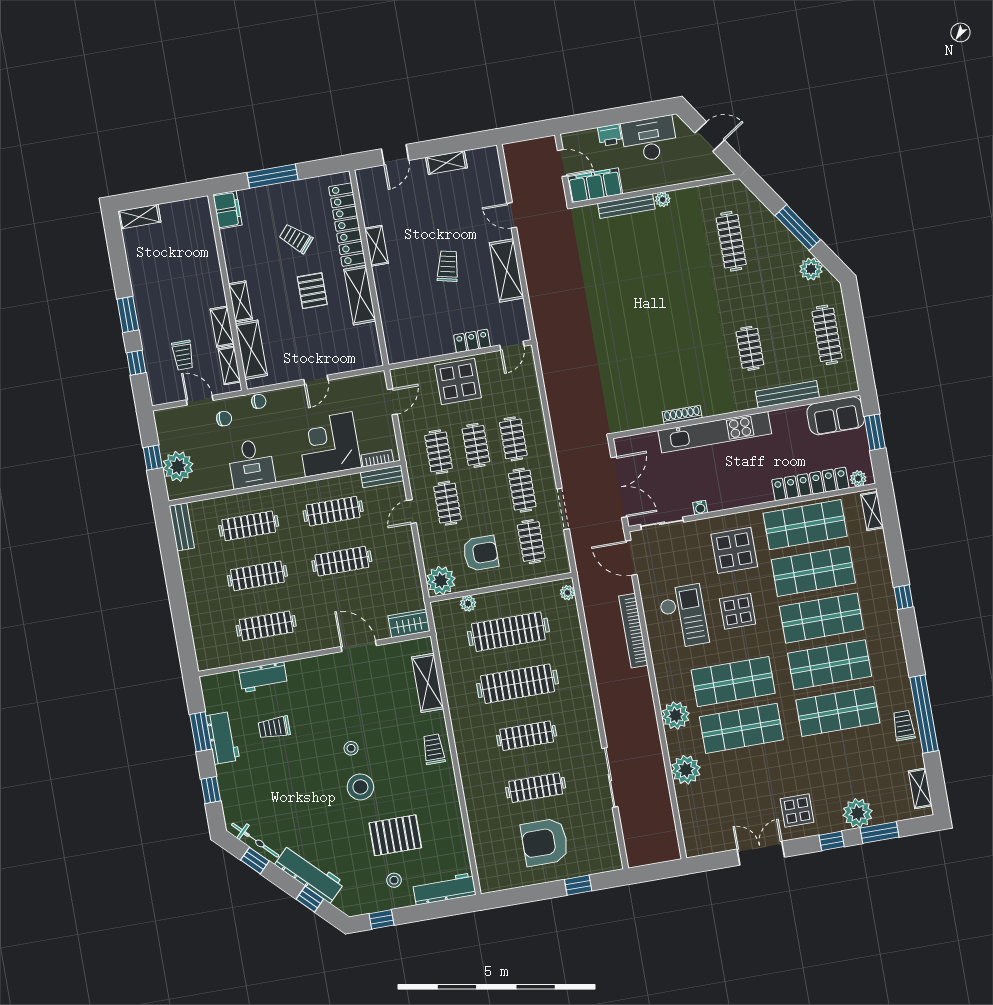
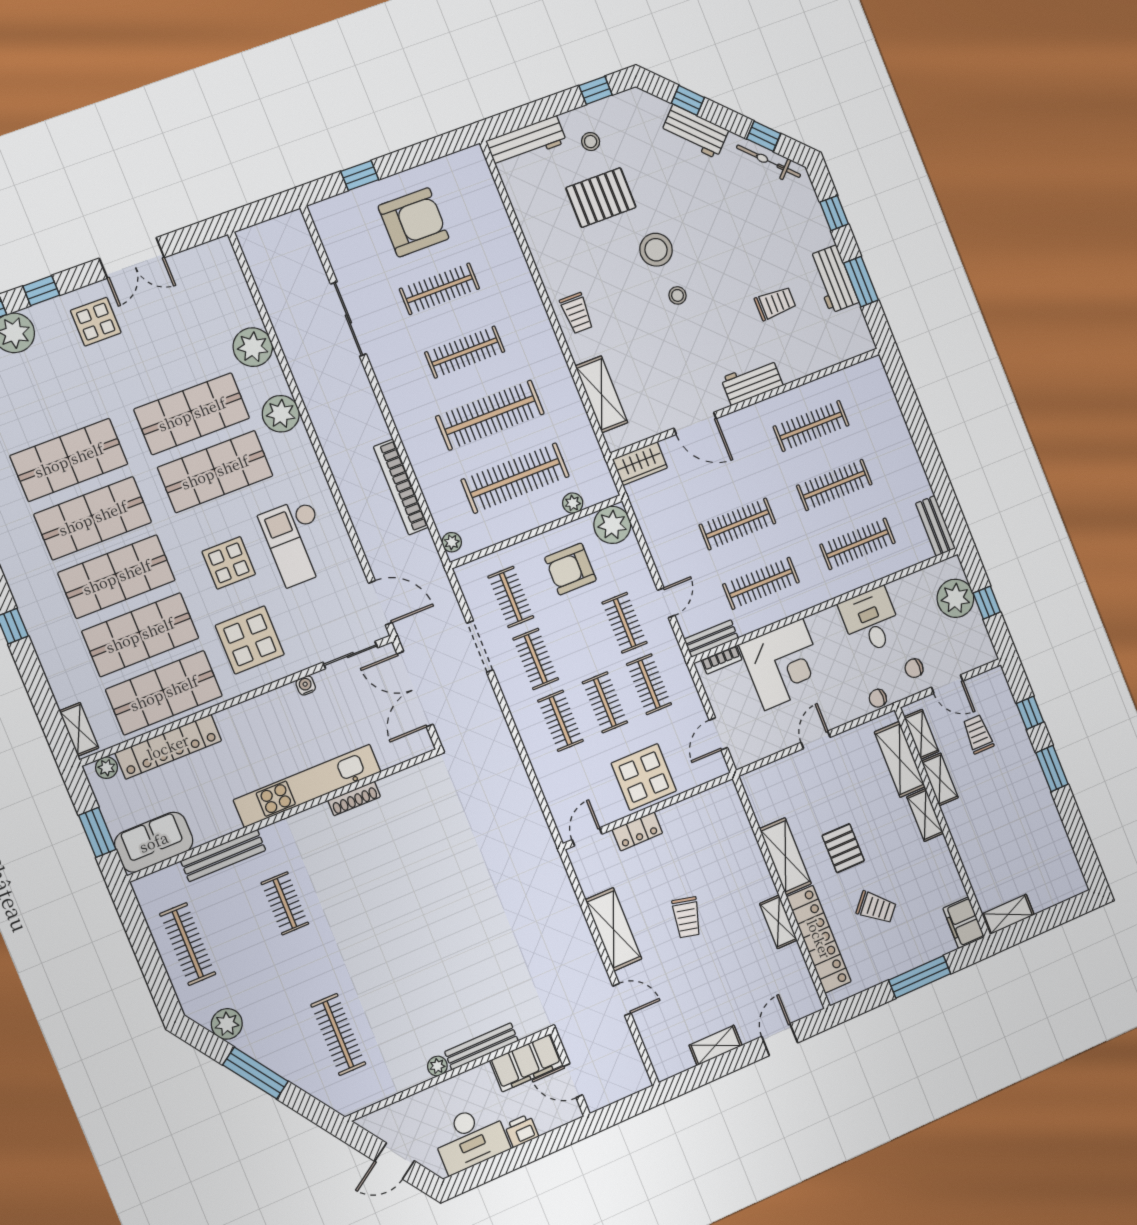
shelving: (139, 217) -> (1008, 914), moved
bookcase: (633, 631) -> (401, 487), moved, turned 180
workbench: (263, 677) -> (752, 382), moved
workbench: (310, 874) -> (695, 132), width x0.73

